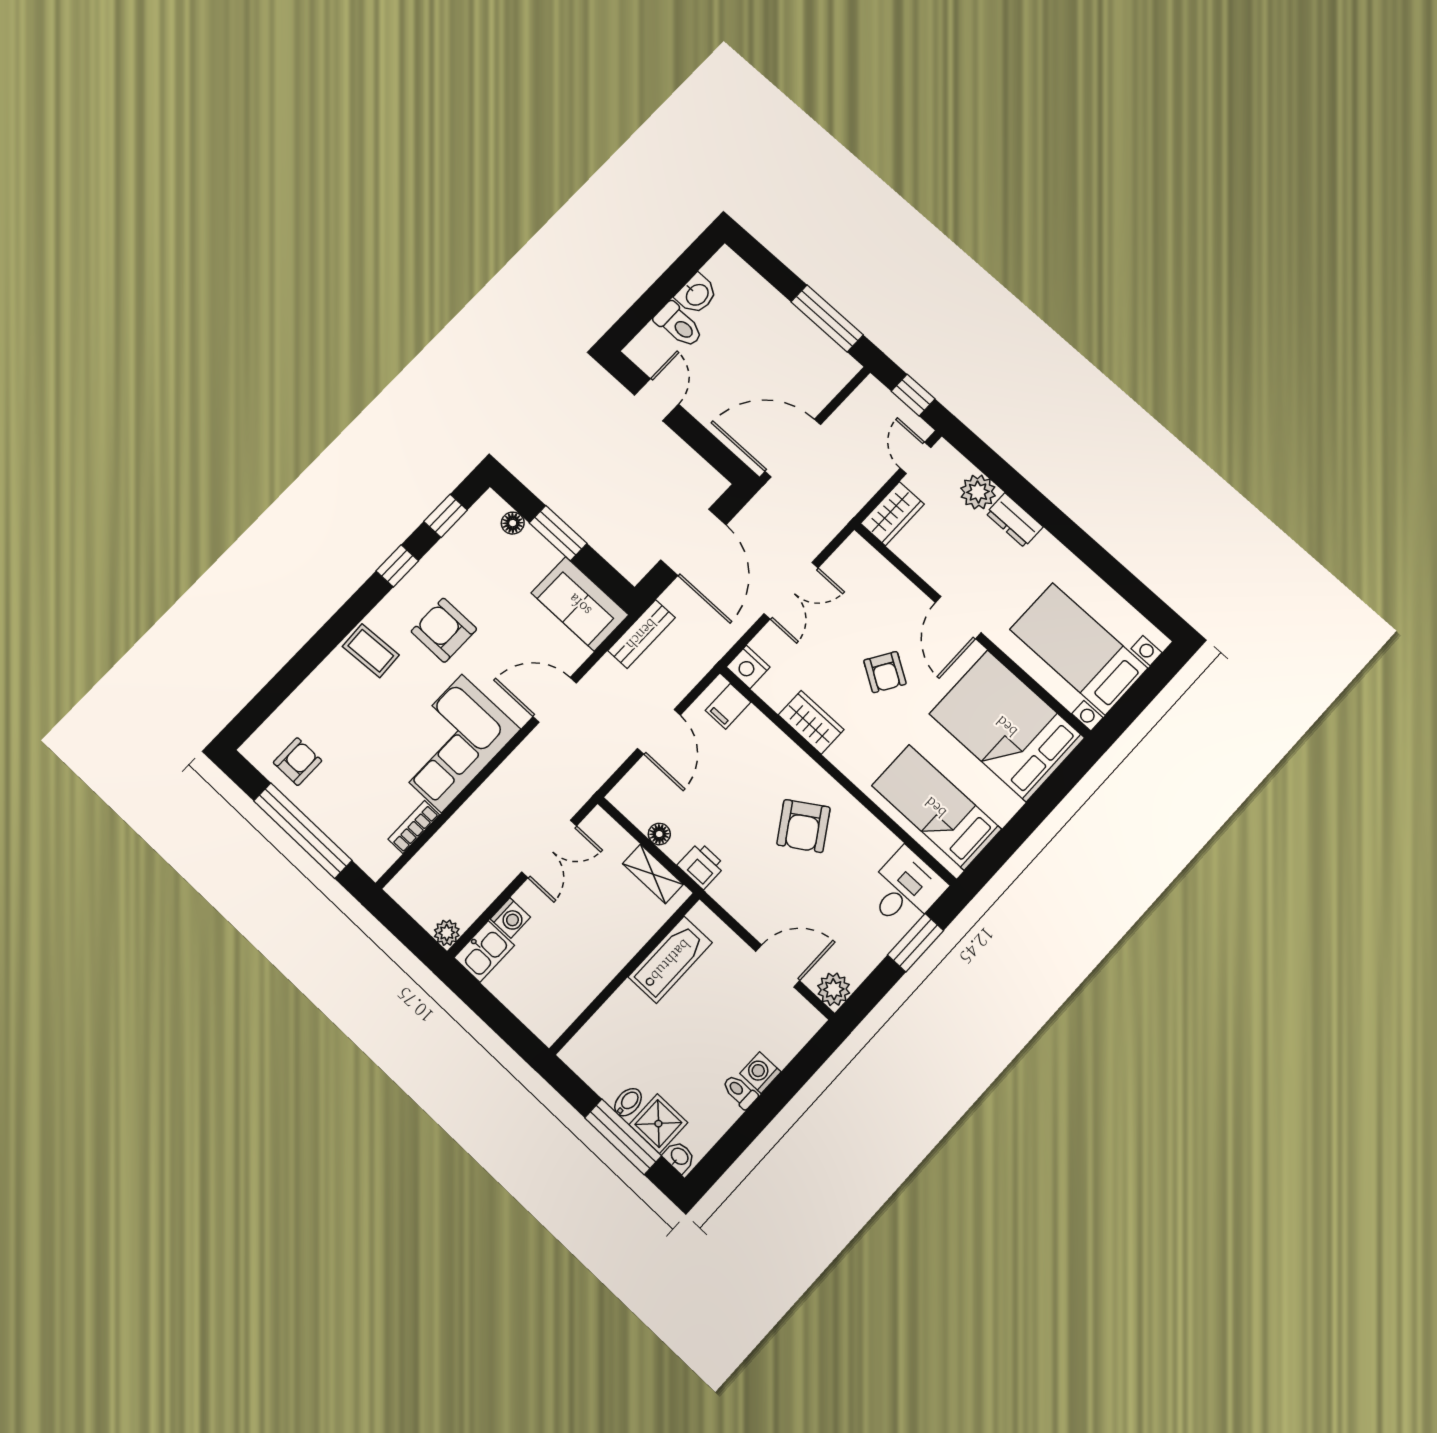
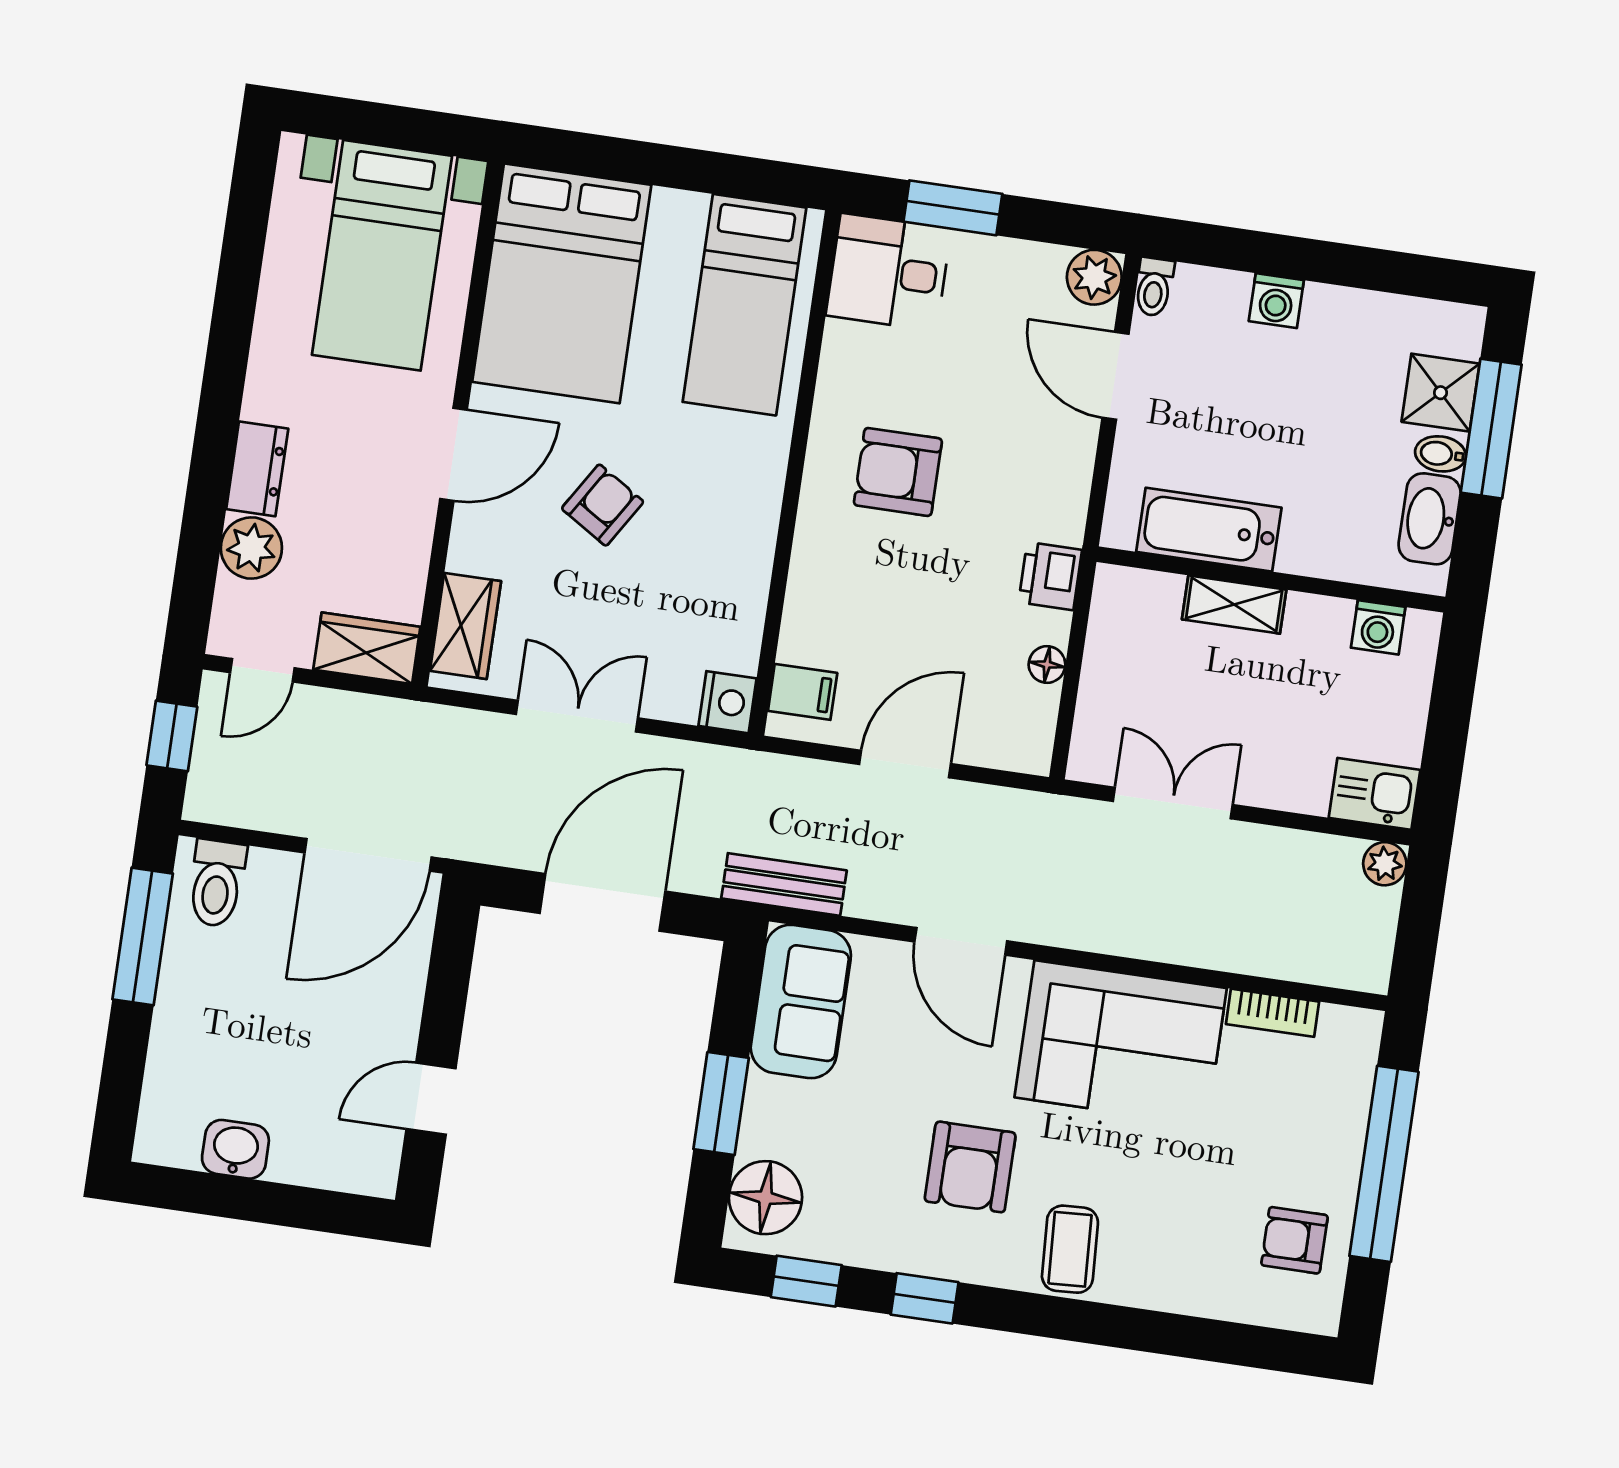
toilet: (679, 325) -> (217, 883), moved, turned 180
door: (793, 448) -> (368, 855), hinge flipped
floor lamp: (513, 523) -> (766, 1198), width x1.89, depth x1.89
wardrobe: (811, 722) -> (465, 626), moved, turned 180
armchair: (803, 826) -> (898, 472), turned -147
shelving: (653, 874) -> (1234, 604), moved, turned 90
washing machine: (510, 918) -> (1378, 627), moved, turned 180
toilet: (740, 1092) -> (1154, 287), moved
washbasin: (679, 1157) -> (1430, 519), moved, width x1.91, depth x1.45

